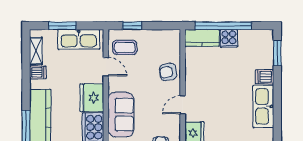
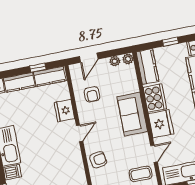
door: (106, 67) -> (154, 154), swing flipped

